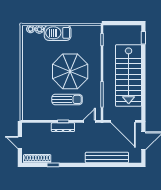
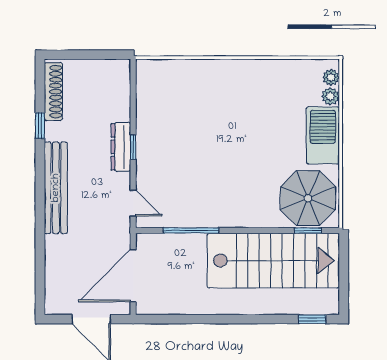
parasol: (70, 71) -> (308, 198), moved, width x0.73, depth x0.73
stairs: (129, 76) -> (273, 261), moved, turned 180
sun lounger: (67, 99) -> (180, 156), removed
door: (20, 143) -> (88, 55), removed
bench: (107, 158) -> (56, 188), moved

